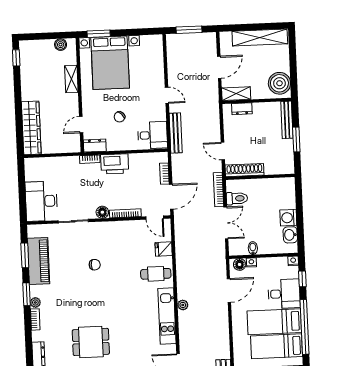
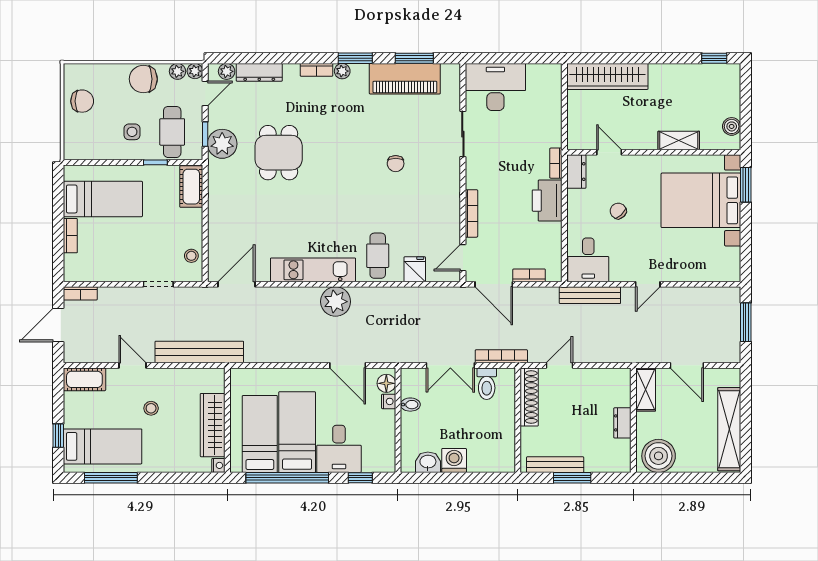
dresser: (242, 109) -> (622, 423), moved
bench: (287, 120) -> (555, 465), moved
floor lamp: (102, 212) -> (475, 179), removed
nightstand: (293, 261) -> (388, 465), removed
plant: (183, 305) -> (336, 302), width x1.87, depth x1.87

